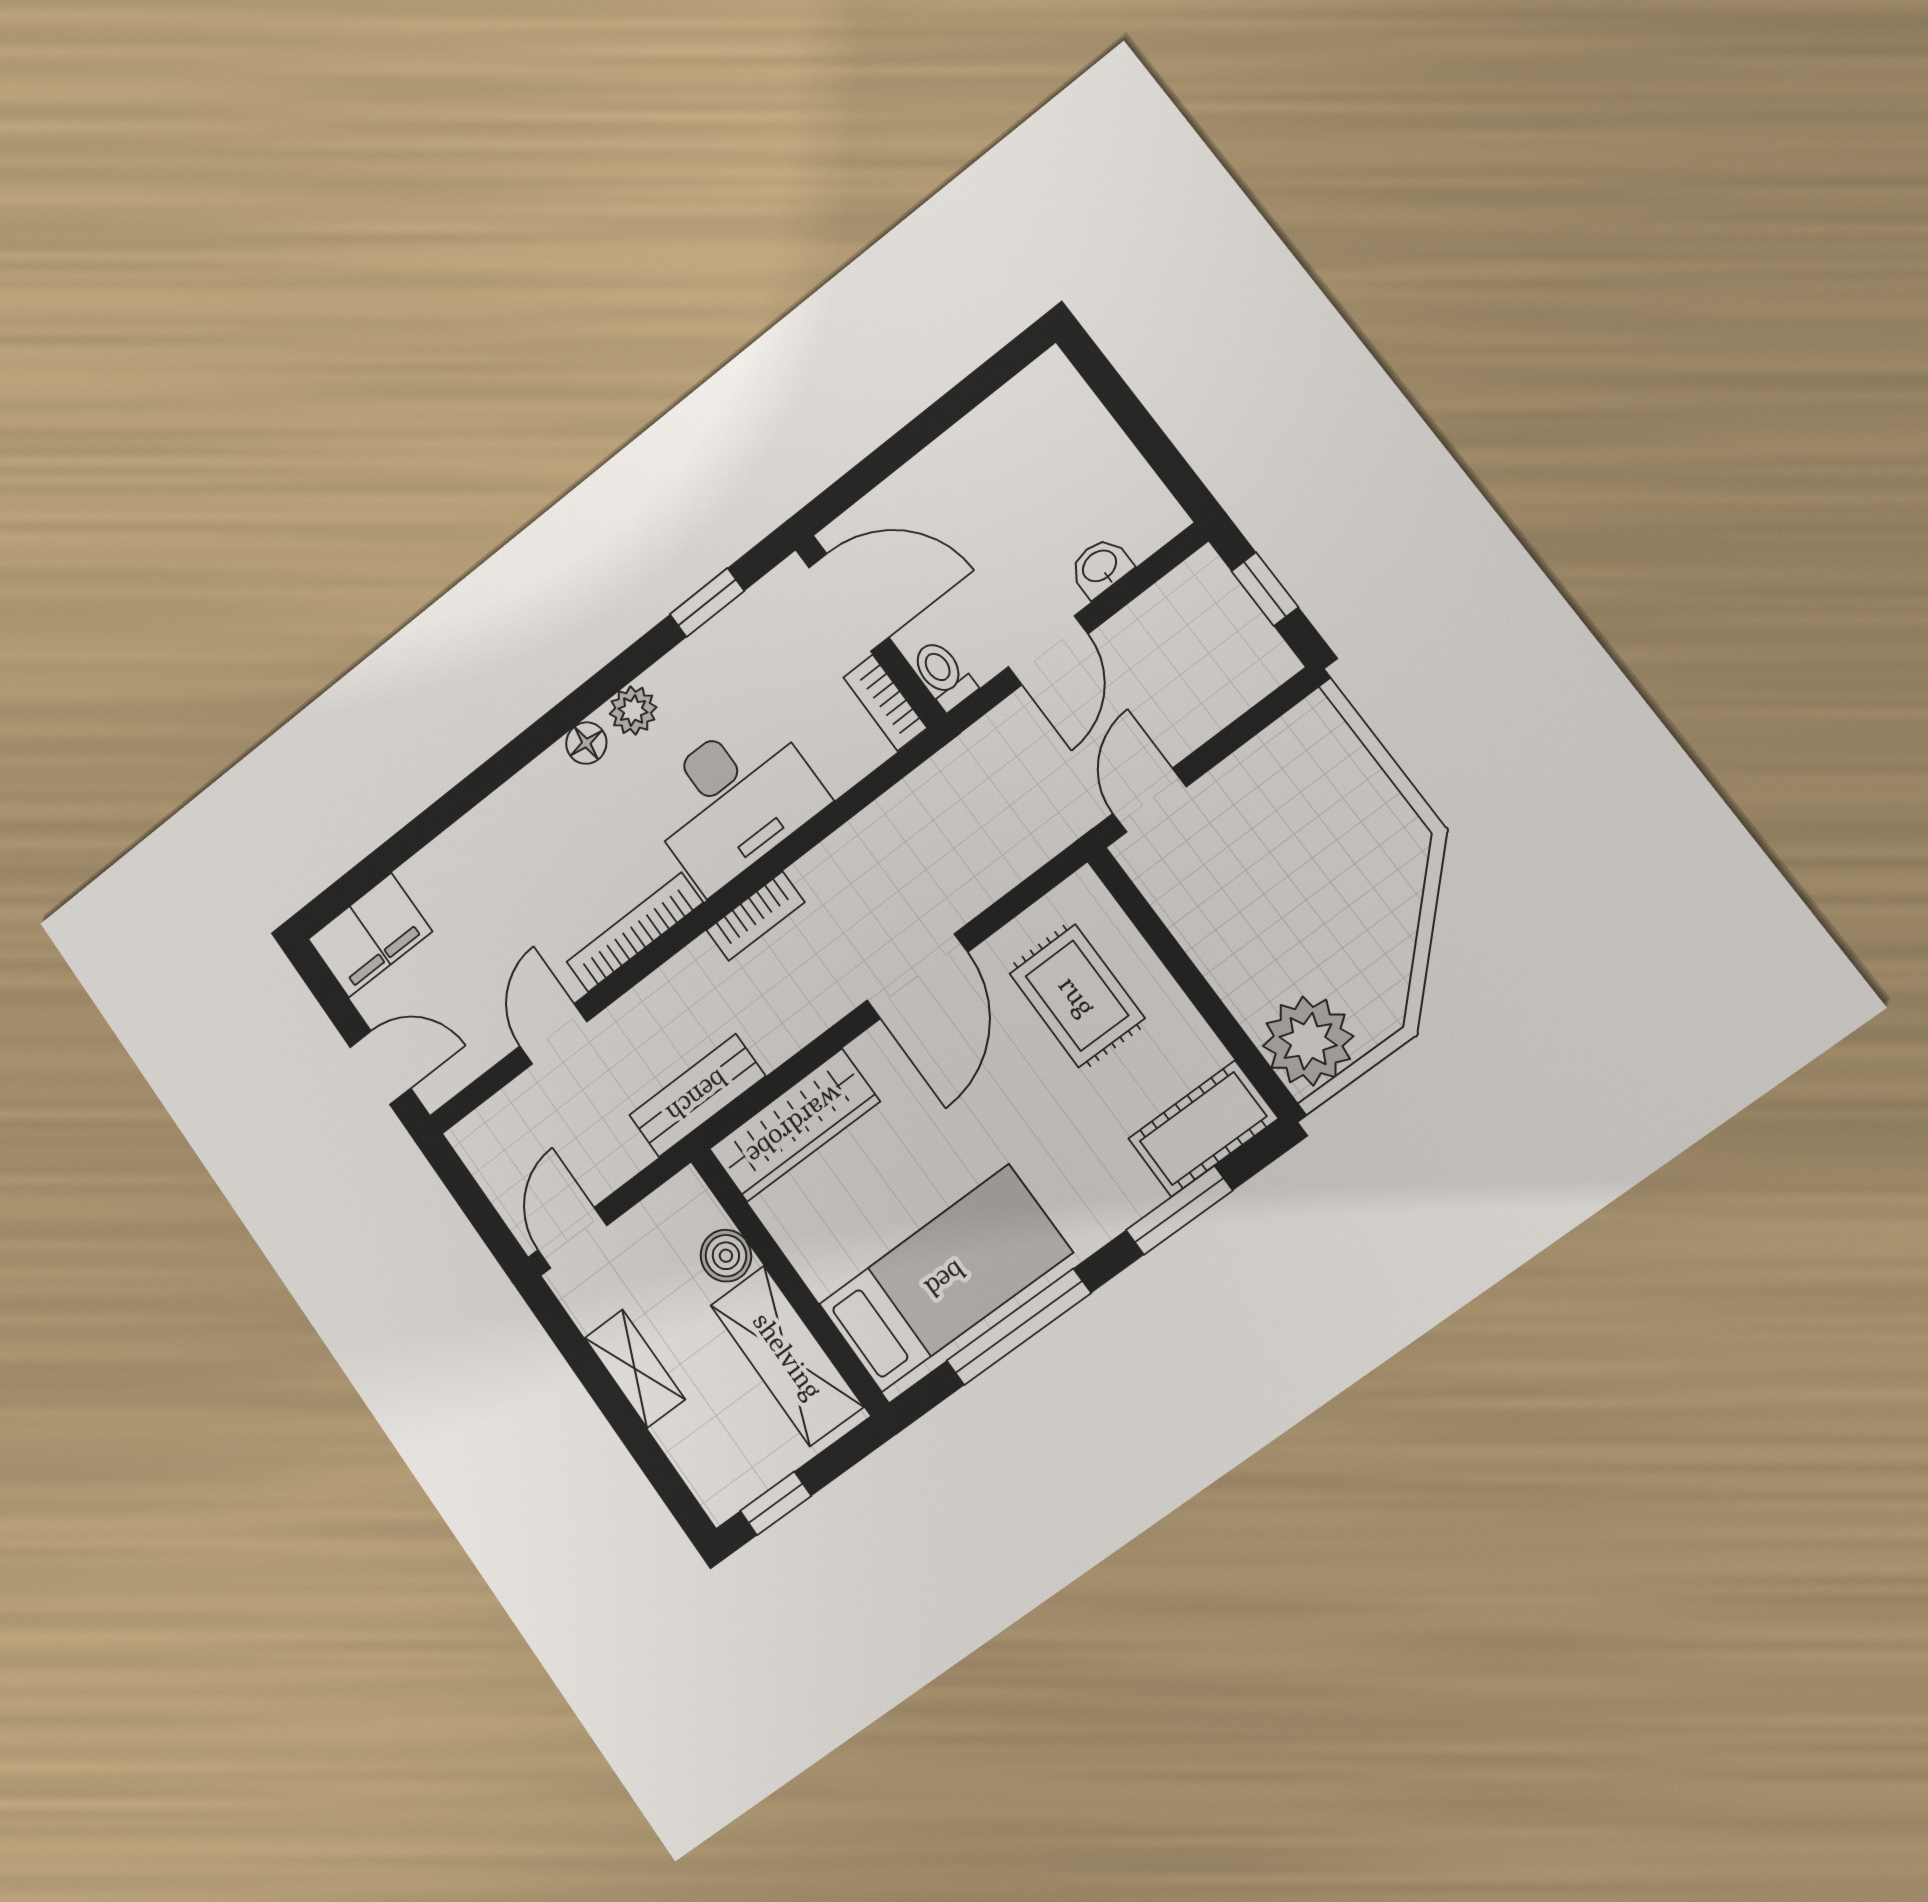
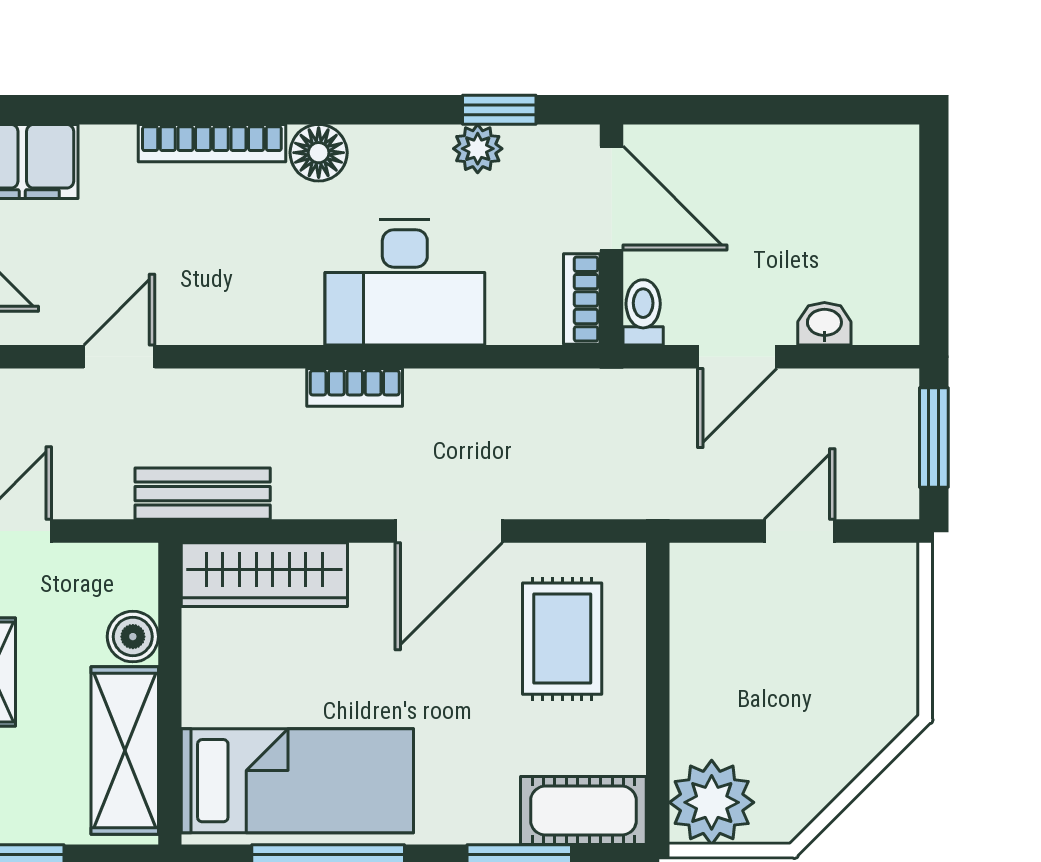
window: (1265, 589) -> (934, 437), width x1.50
plant: (633, 710) -> (478, 149), moved
floor lamp: (586, 743) -> (319, 153), width x1.37, depth x1.37
door: (1150, 800) -> (800, 531), moved
bookcase: (635, 932) -> (212, 143), moved, turned 180

